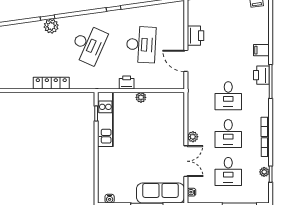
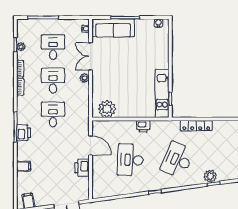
filing cabinet: (261, 50) -> (24, 166), moved
locker: (51, 83) -> (196, 126), moved
plant: (141, 97) -> (107, 109), moved, width x1.87, depth x1.87

